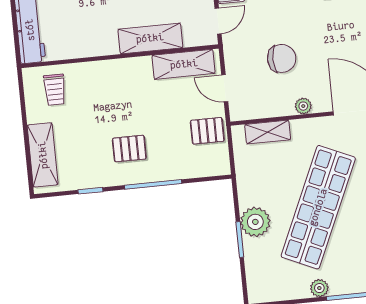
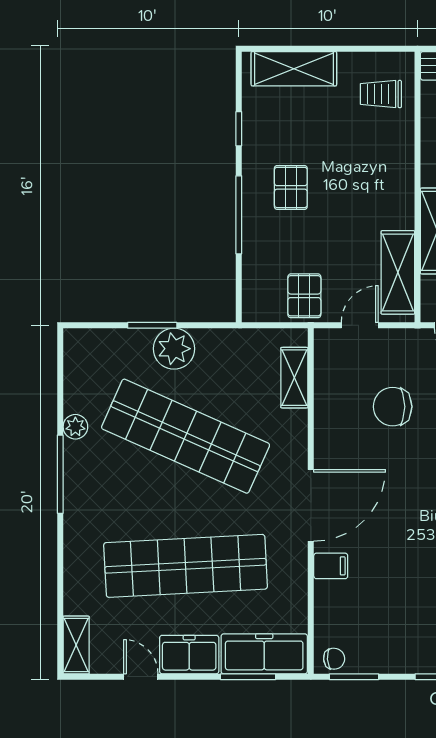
chair: (282, 58) -> (393, 407), turned 90
plant: (303, 106) -> (325, 430), removed

